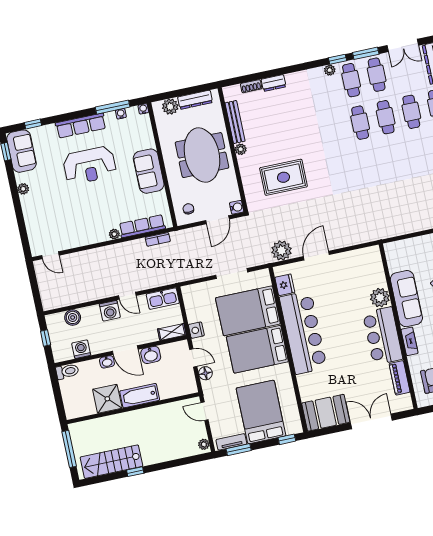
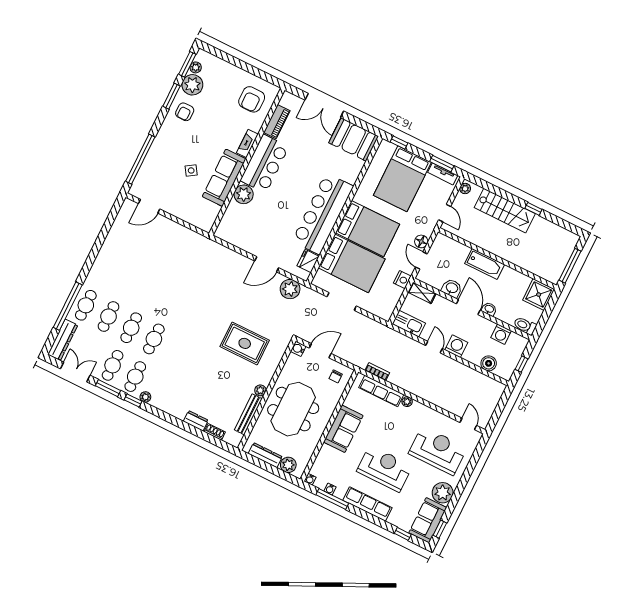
plant: (23, 189) -> (443, 493), width x1.87, depth x1.87
reception desk: (58, 214) -> (438, 451), added
shower: (107, 399) -> (539, 295), moved
stairs: (111, 462) -> (505, 211), moved

